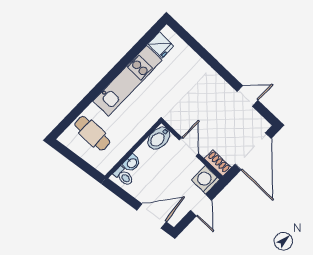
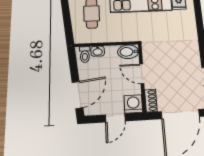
door: (189, 147) -> (142, 74), swing flipped
door: (152, 216) -> (77, 95), hinge flipped

